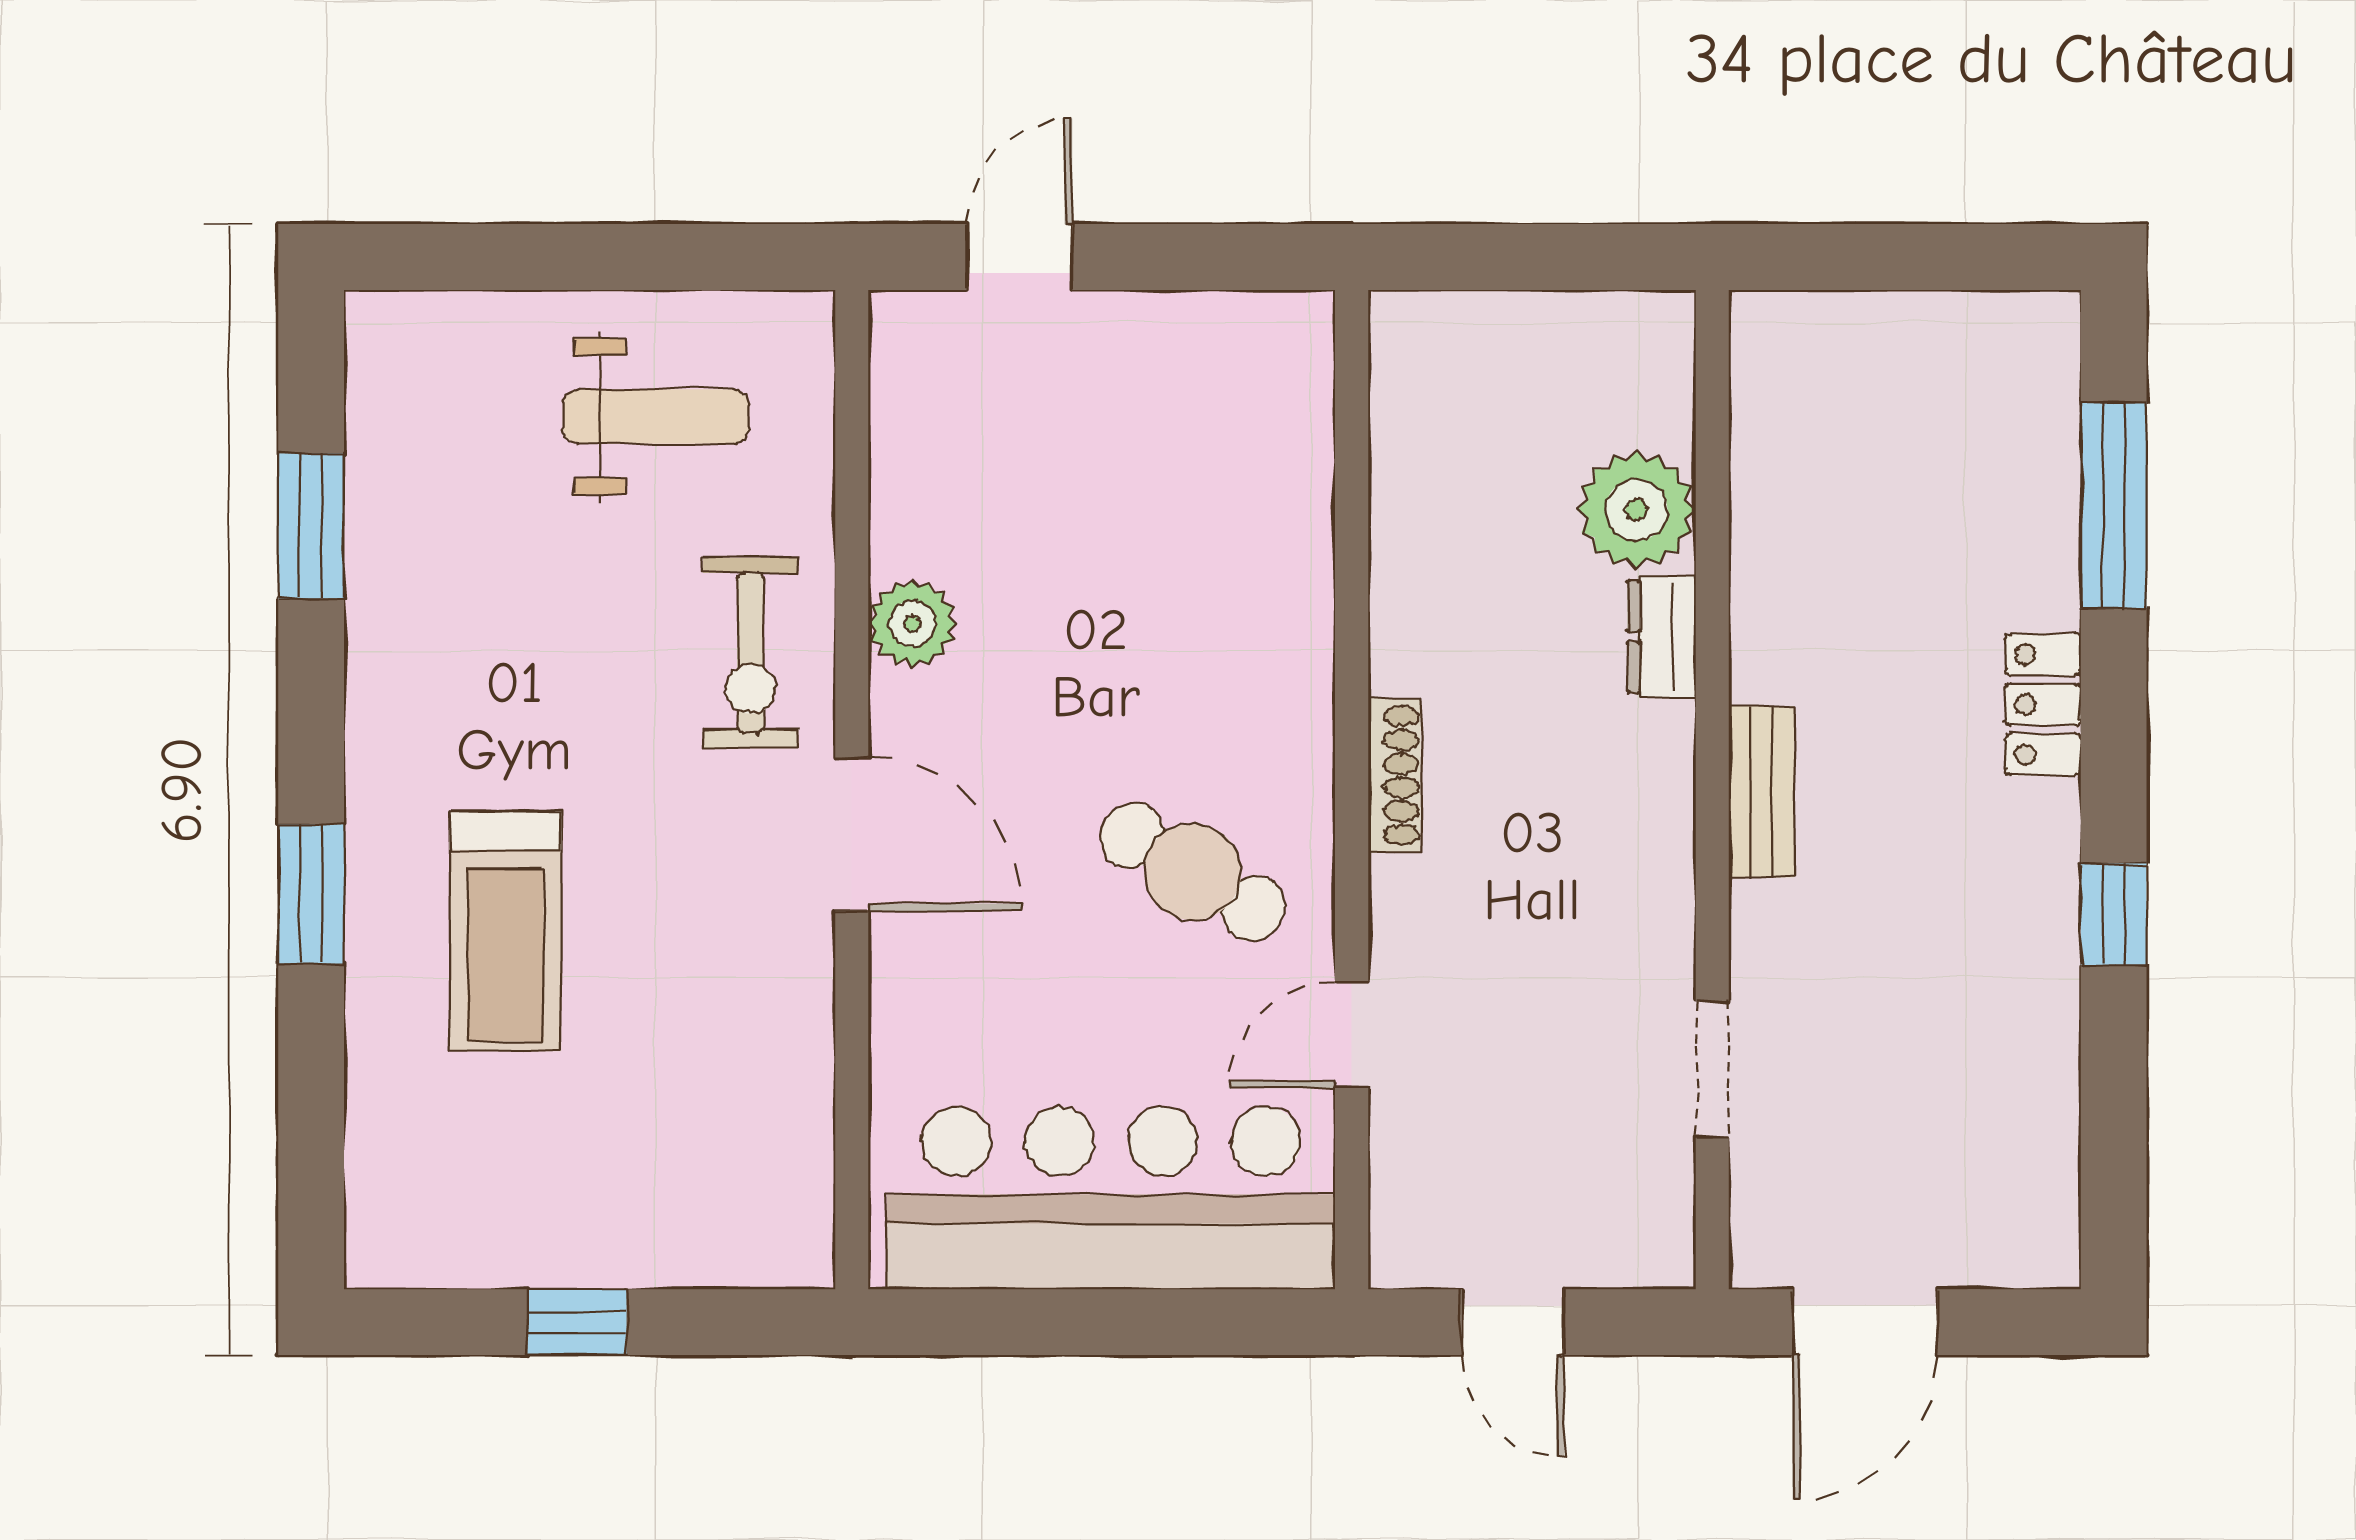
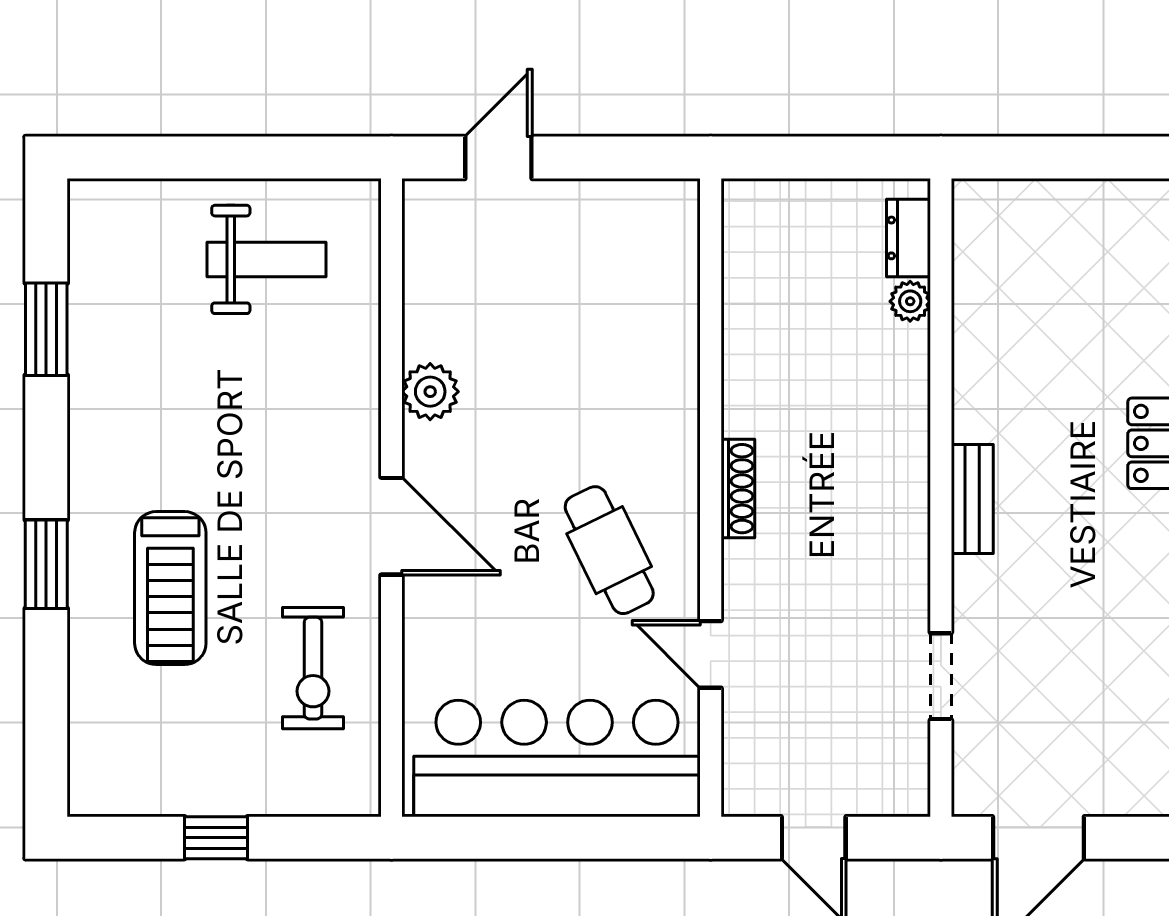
plant: (1636, 510) -> (910, 301), width x0.53, depth x0.53
dresser: (1661, 637) -> (908, 238), moved
exercise bike: (751, 653) -> (313, 668), moved
cafe table: (1193, 872) -> (609, 550), turned 33
door: (1352, 1035) -> (711, 654), hinge flipped

